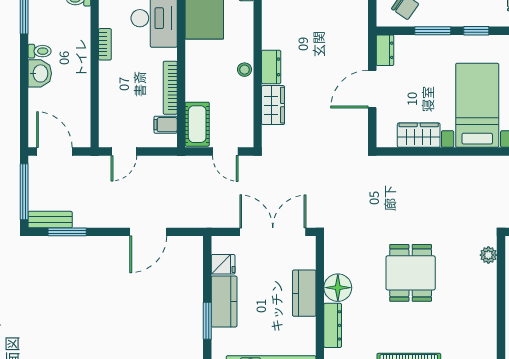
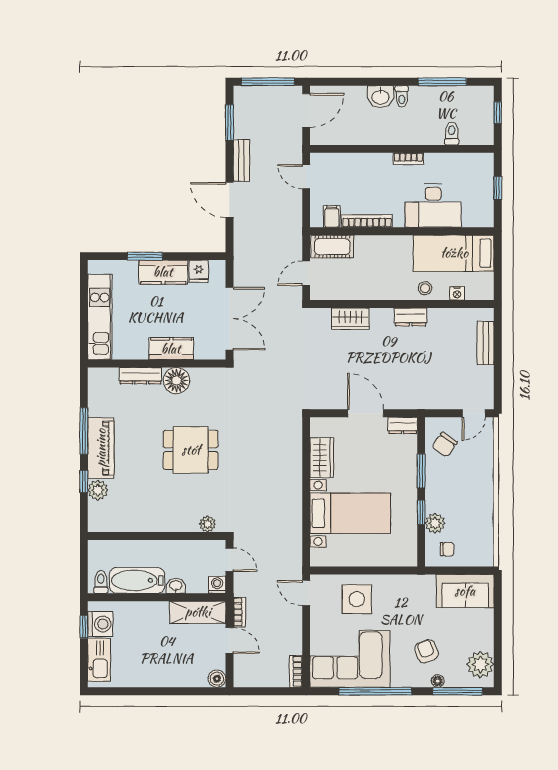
plant: (488, 16) -> (435, 523), added
dresser: (271, 67) -> (411, 317), moved
stool: (245, 70) -> (425, 288), moved
bench: (50, 220) -> (241, 160), moved

